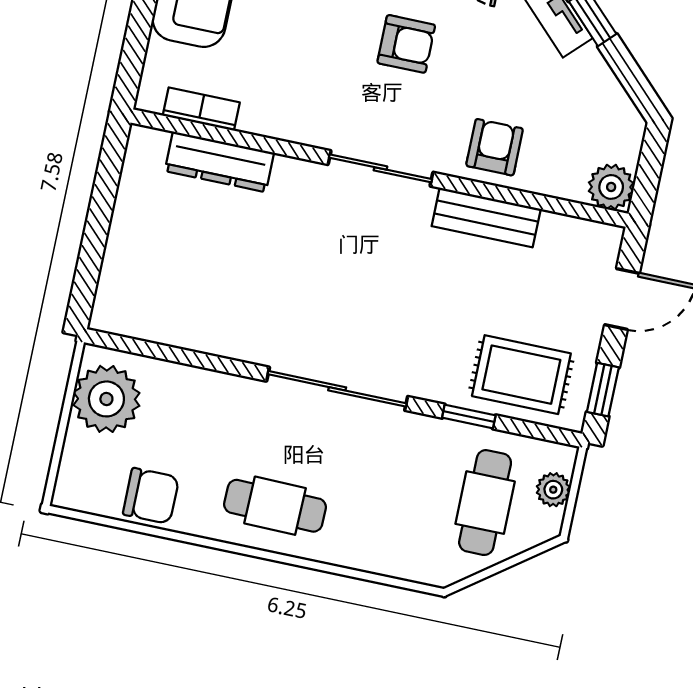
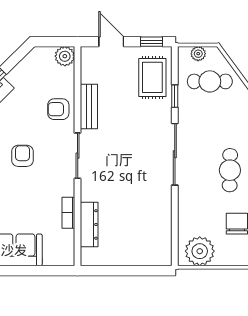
bookcase: (201, 109) -> (68, 213), moved

